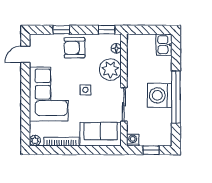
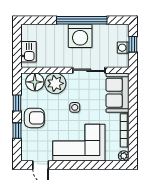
window: (107, 30) -> (17, 103), moved
kitchen sink: (164, 45) -> (28, 52), moved, turned -90
armchair: (74, 48) -> (34, 118), turned -90
floor lamp: (116, 48) -> (35, 82), width x1.89, depth x1.89
washing machine: (133, 140) -> (123, 48), moved

